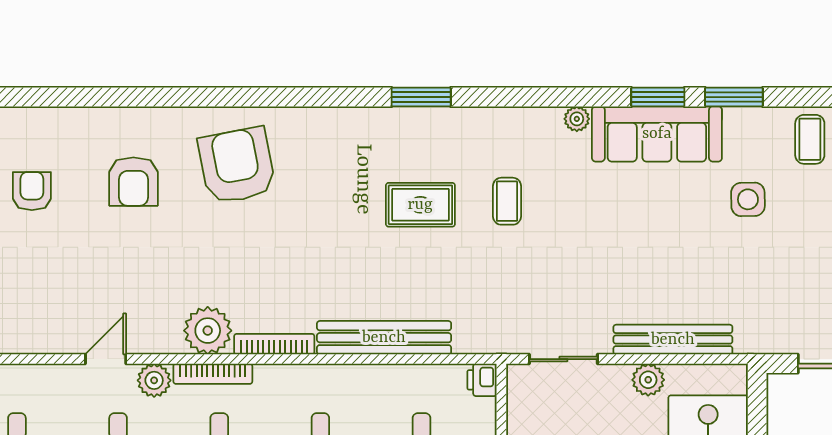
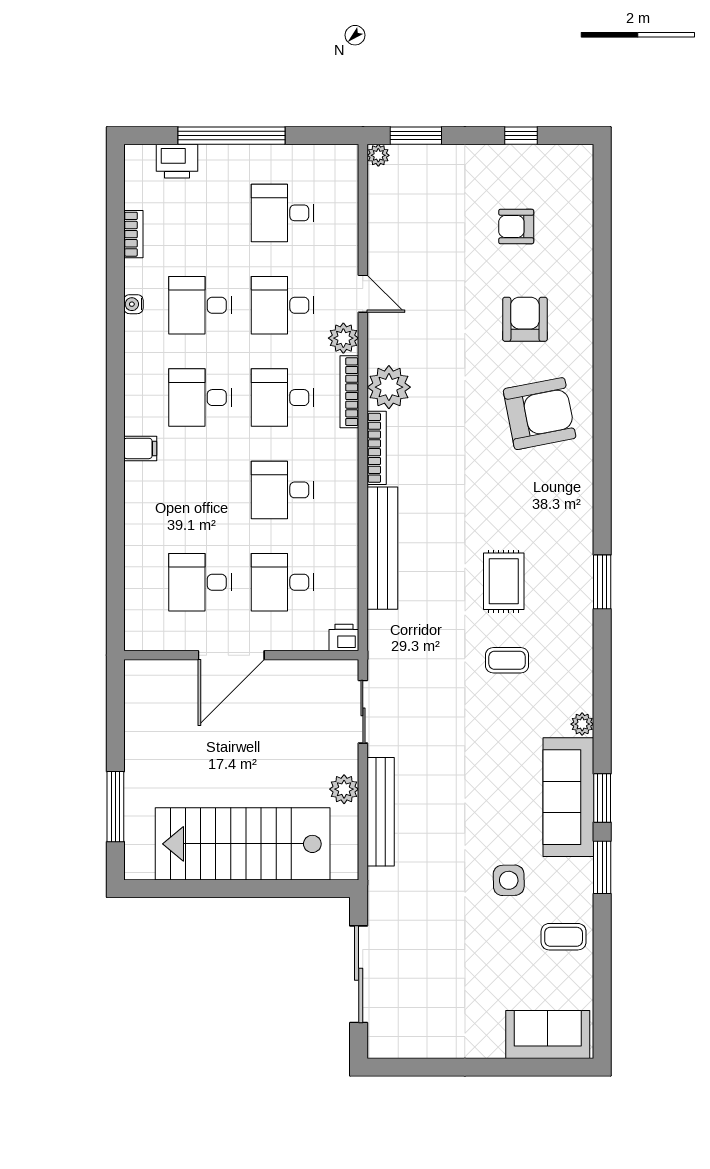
armchair: (133, 182) -> (525, 319), turned 90
armchair: (32, 191) -> (516, 227), turned 180

